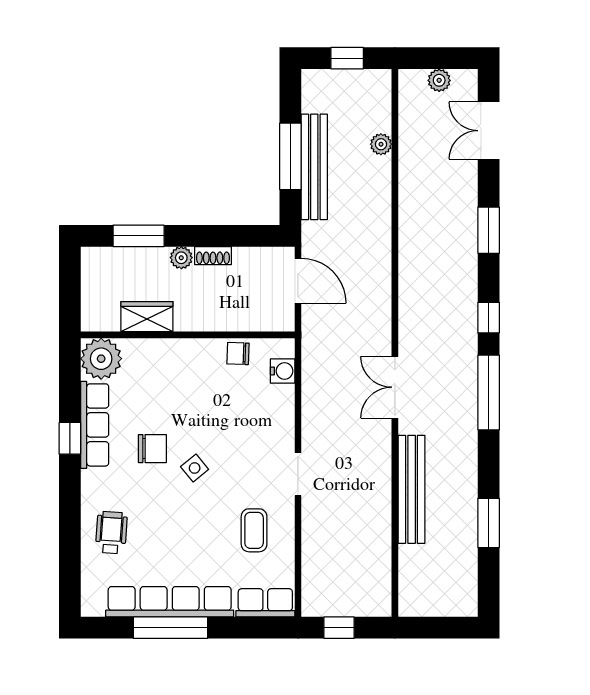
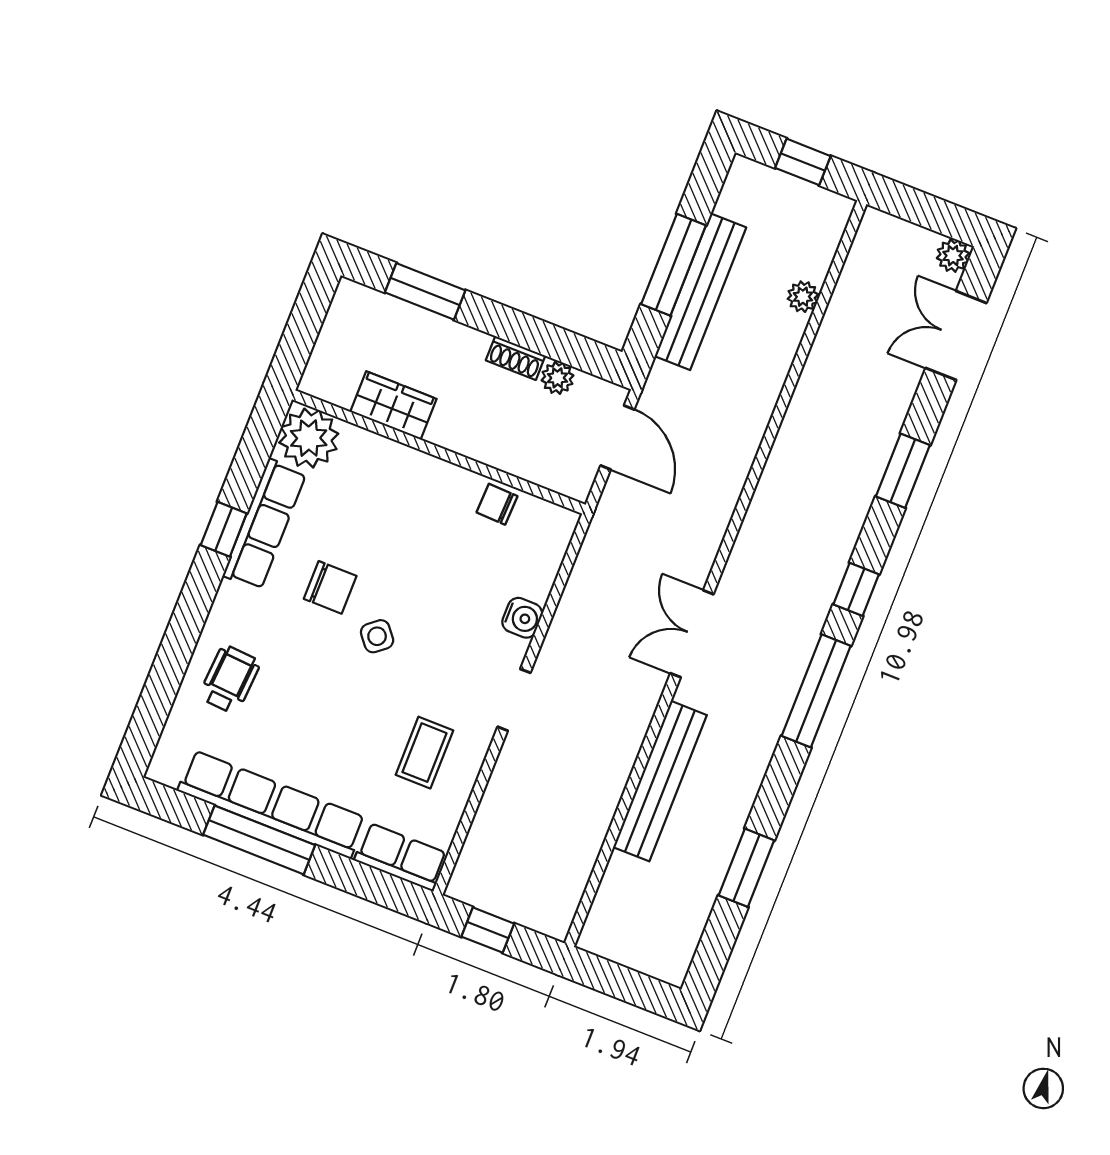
plant: (439, 80) -> (953, 256), moved
plant: (181, 258) -> (557, 378), moved
water cooler: (283, 371) -> (522, 618), moved

